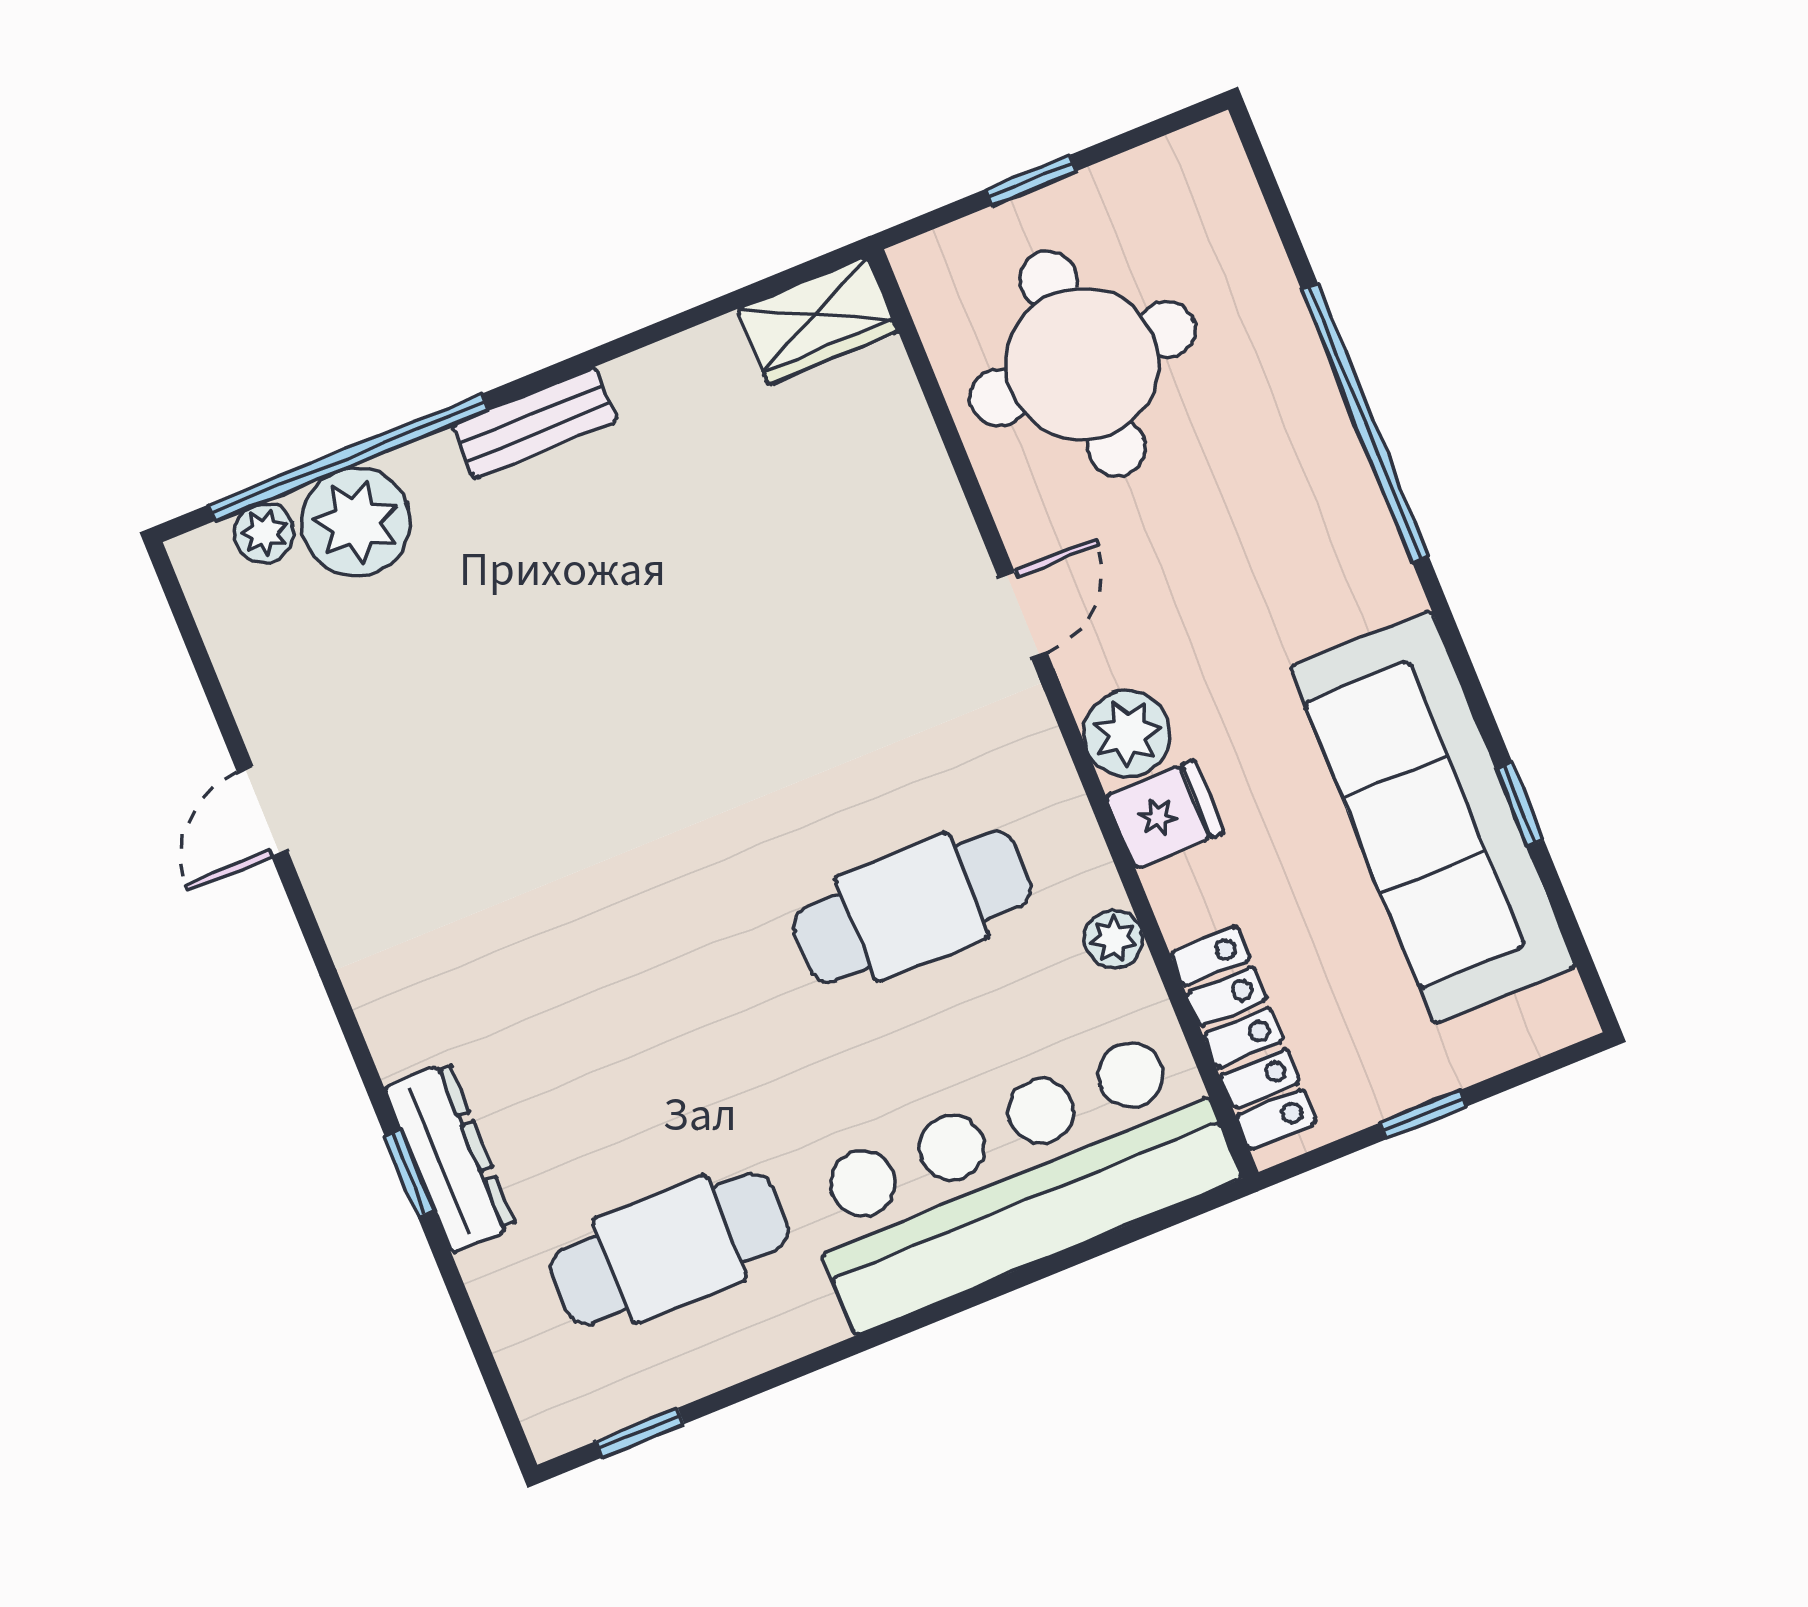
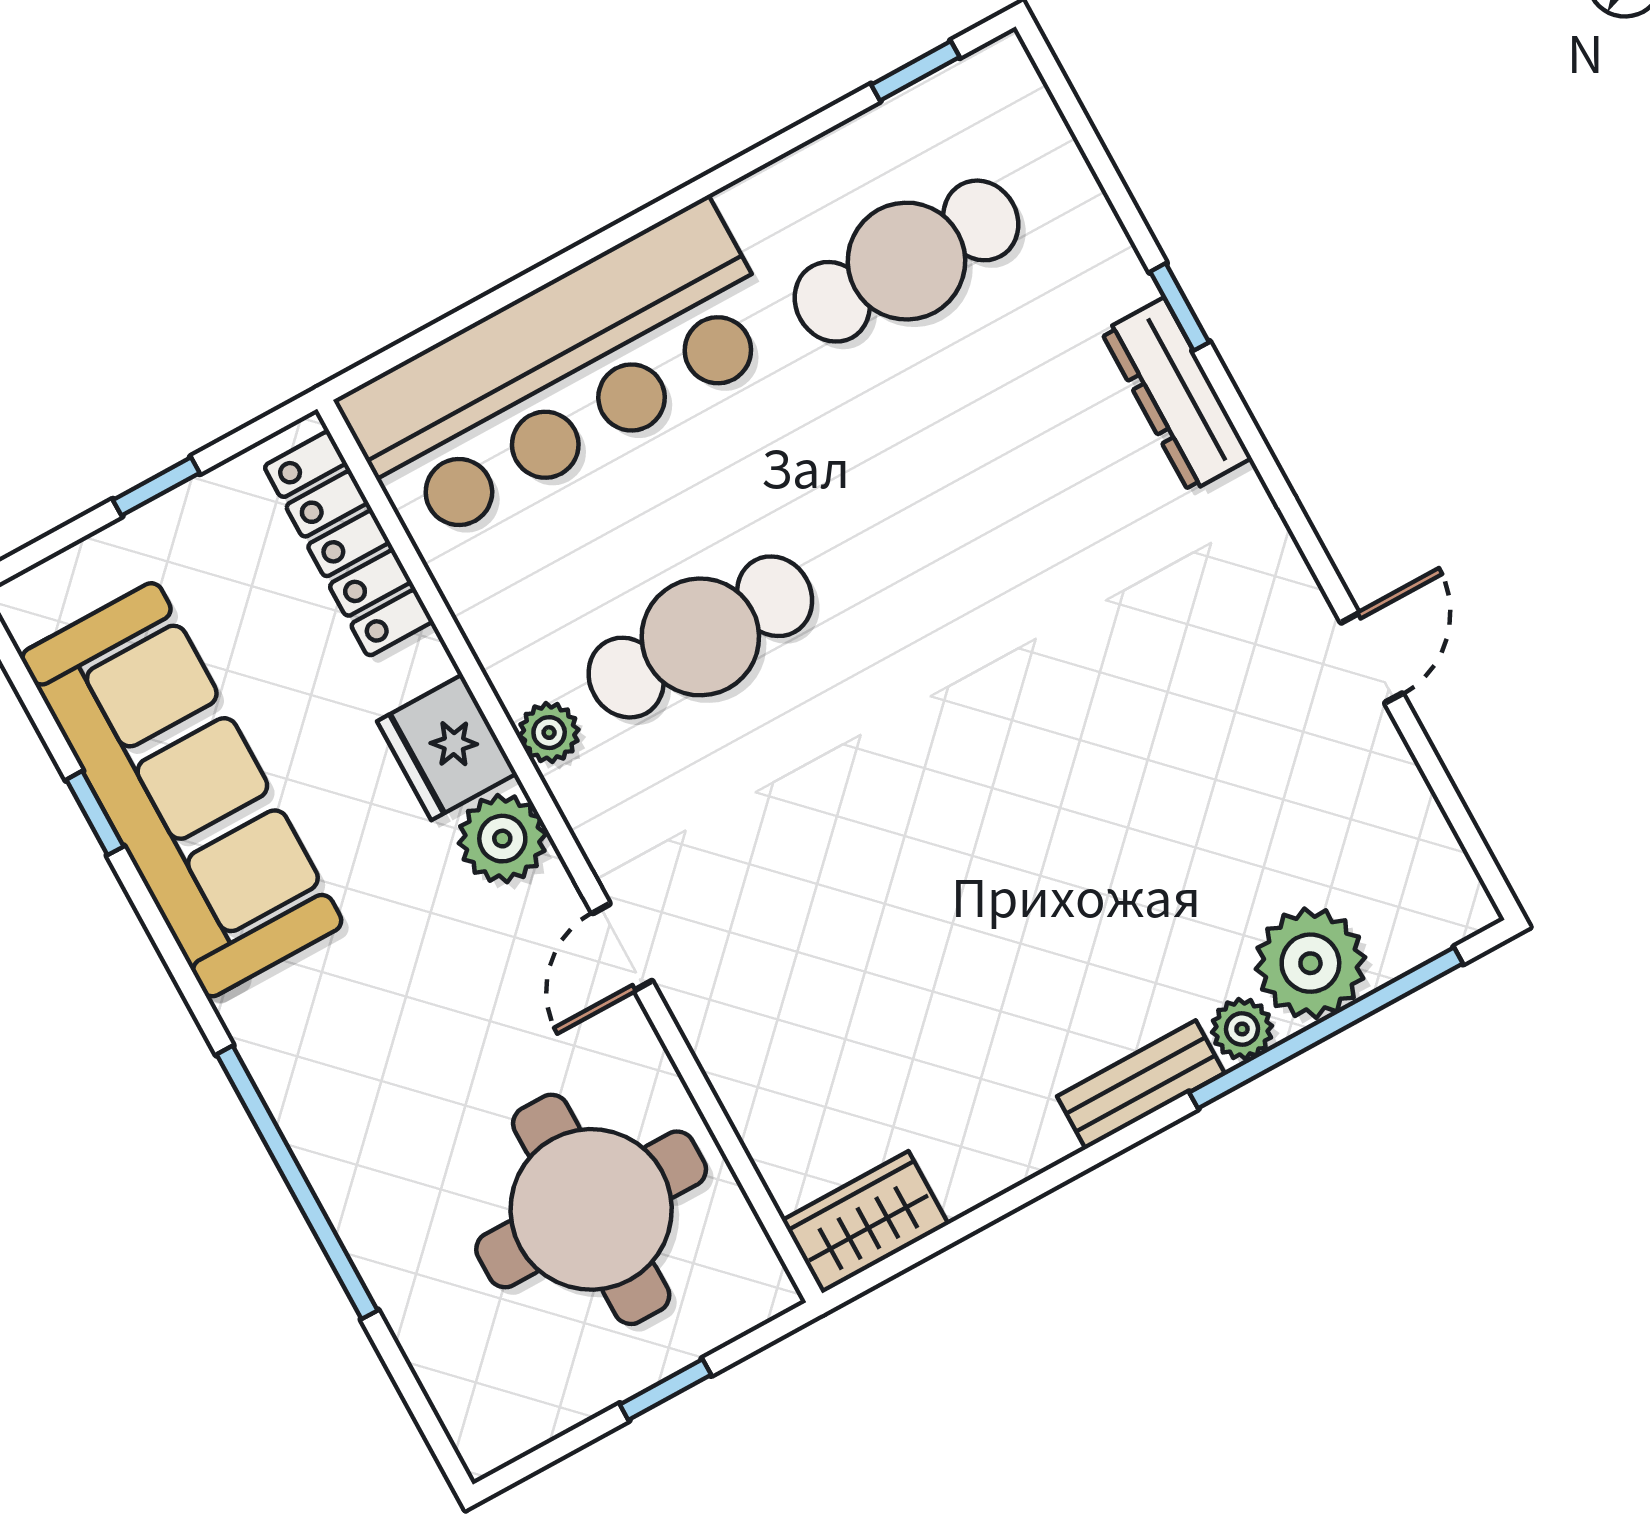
plant: (264, 533) -> (1242, 1029), moved
fridge: (1165, 814) -> (447, 747), width x1.38
plant: (1114, 939) -> (549, 733), moved
dresser: (450, 1157) -> (1176, 395), moved

